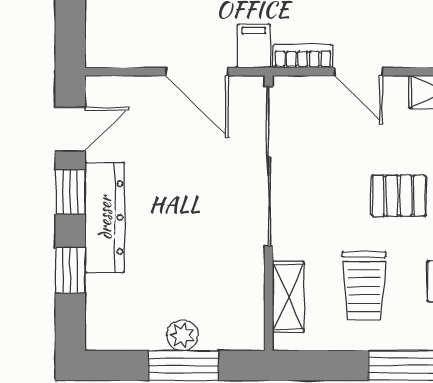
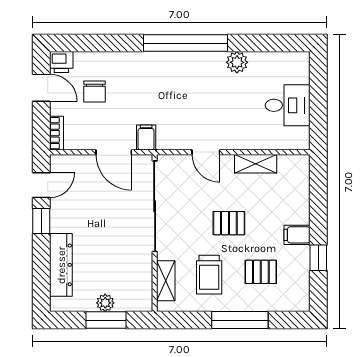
bookcase: (303, 56) -> (56, 133), moved, turned 90
dresser: (105, 218) -> (61, 265), moved
window: (70, 270) -> (41, 265), removed

